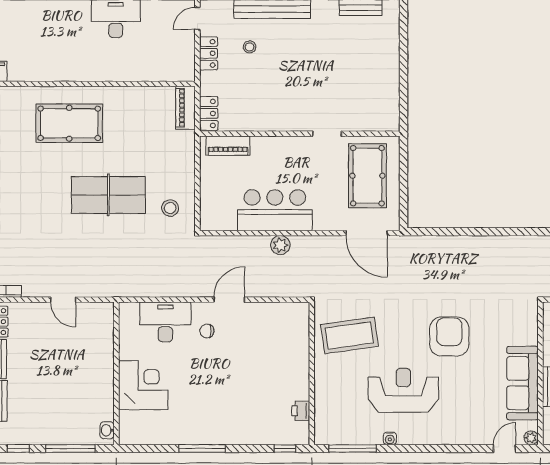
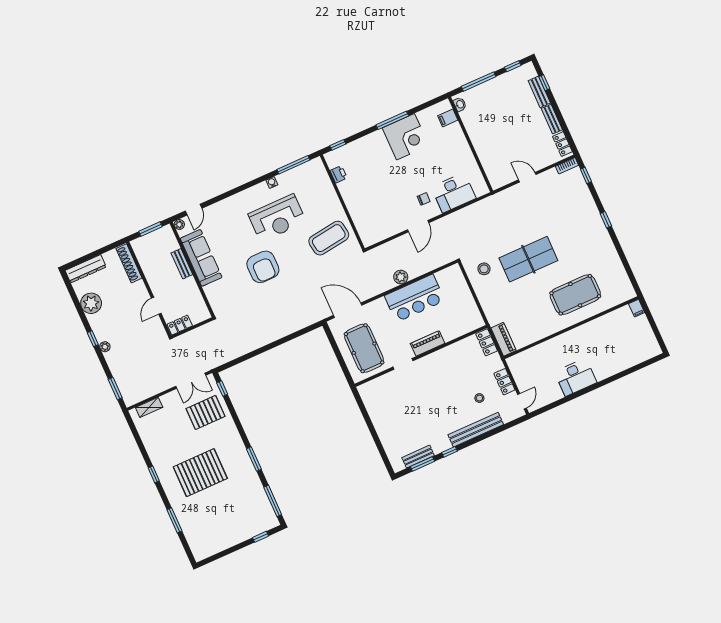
piano: (228, 146) -> (428, 343), moved
corner desk: (143, 385) -> (406, 137), moved, turned -90
filing cabinet: (130, 420) -> (448, 118), added

